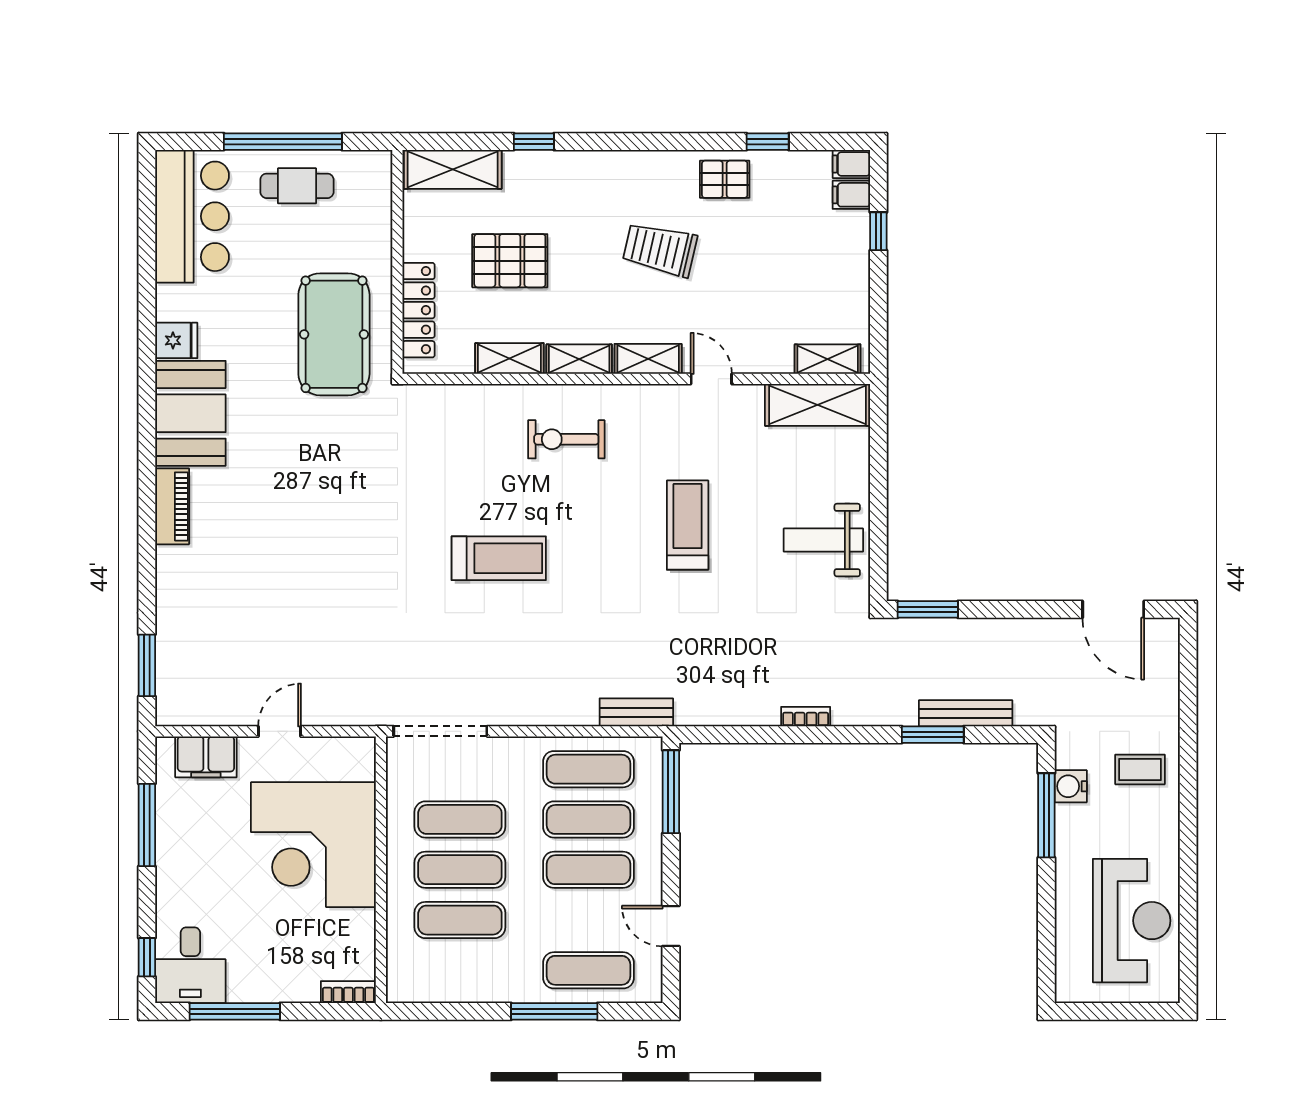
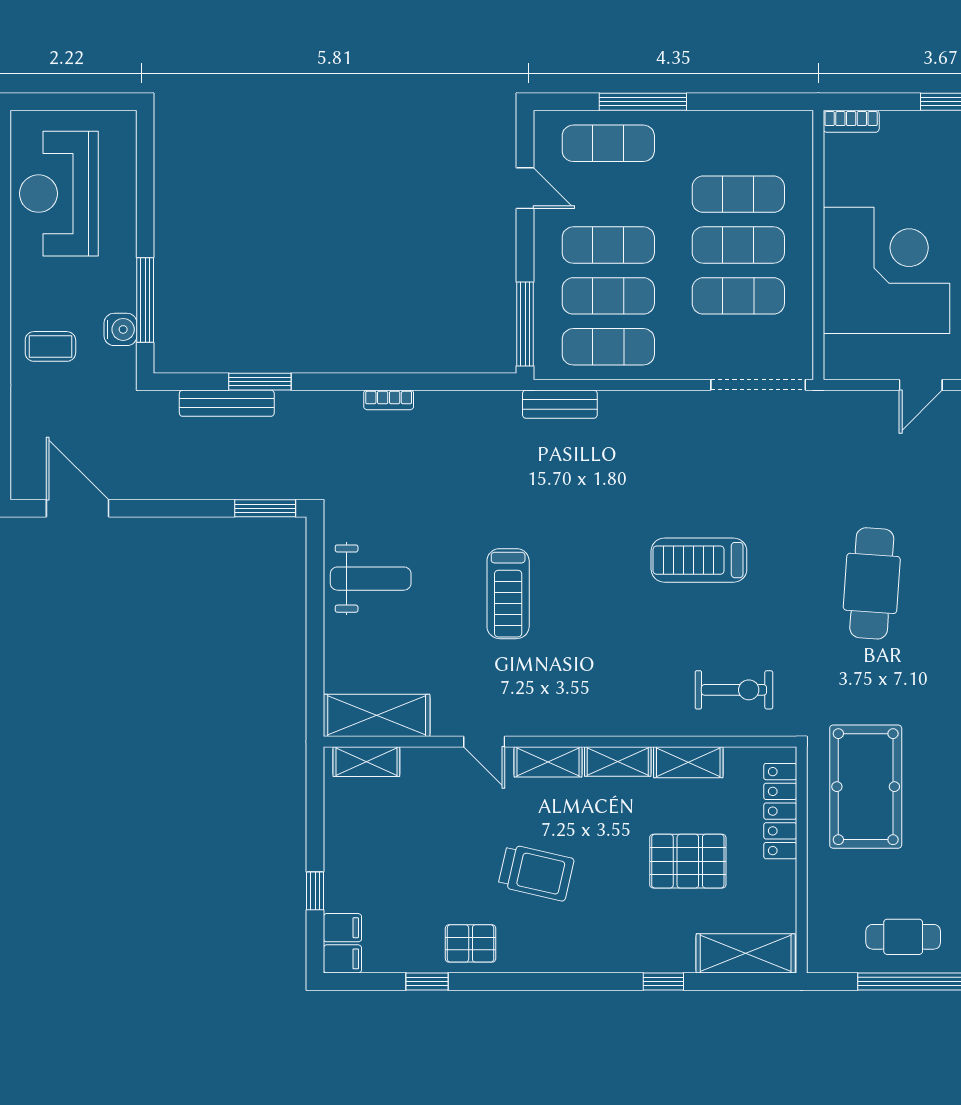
exercise bike: (566, 439) -> (734, 690), moved
cafe table: (328, 535) -> (872, 583), added

